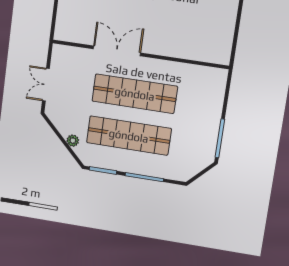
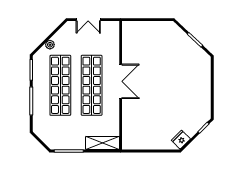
double door: (117, 51) -> (121, 81), moved
double door: (46, 85) -> (88, 20), swing flipped
shelving: (216, 91) -> (103, 143), added

